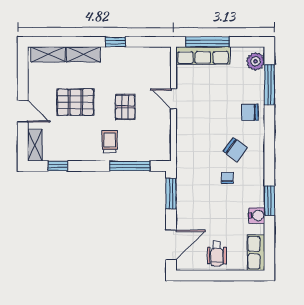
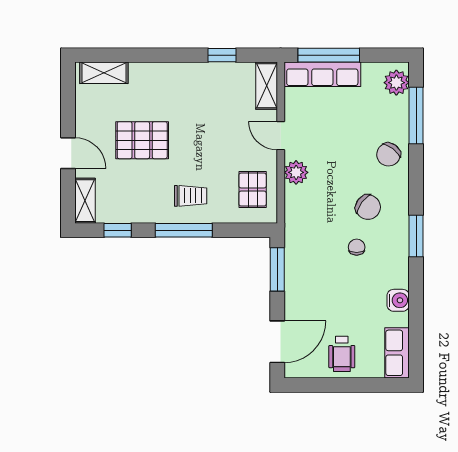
window: (115, 42) -> (222, 55), moved
shelving: (83, 54) -> (267, 86), moved, turned 90
pallet: (125, 107) -> (253, 190), moved
chair: (250, 112) -> (388, 154), turned -53
plant: (184, 125) -> (296, 172), added
trolley: (110, 142) -> (191, 196), turned 90
window: (130, 166) -> (184, 230), moved
window: (269, 201) -> (416, 236), moved

